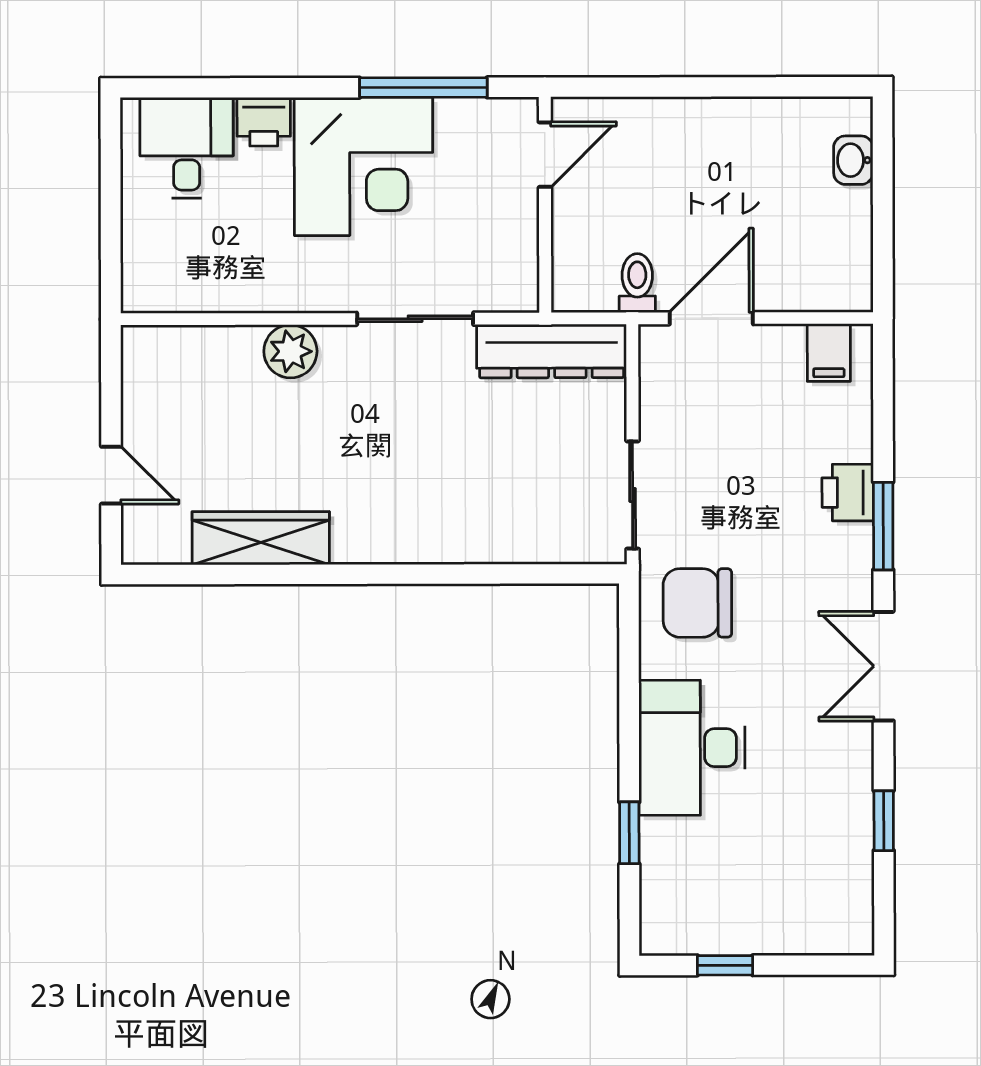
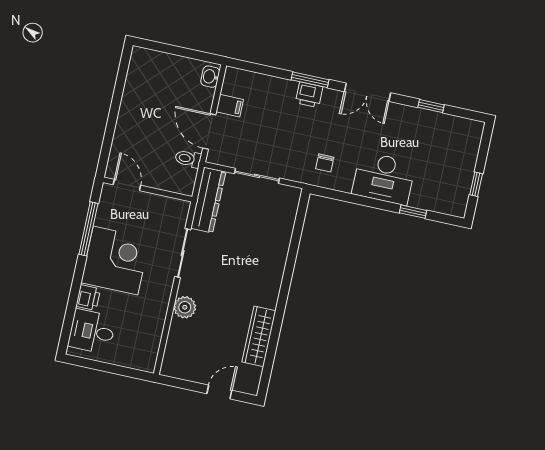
washbasin: (853, 160) -> (210, 77), moved, turned 90
filing cabinet: (829, 353) -> (230, 106), moved
printer: (848, 493) -> (309, 95), moved
sliding door: (633, 495) -> (257, 176), moved
chair: (697, 603) -> (325, 163), width x0.54, depth x0.54

